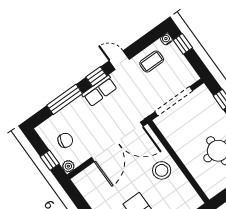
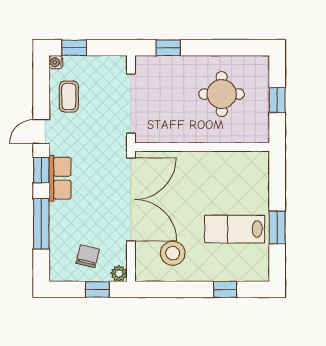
stool: (162, 170) -> (173, 253), moved

